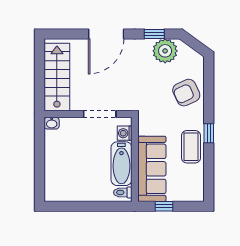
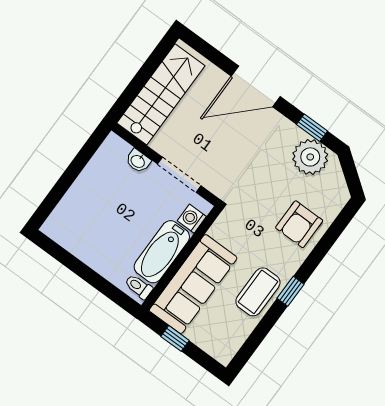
armchair: (186, 93) -> (299, 224), turned -65
washbasin: (52, 123) -> (138, 161), moved

